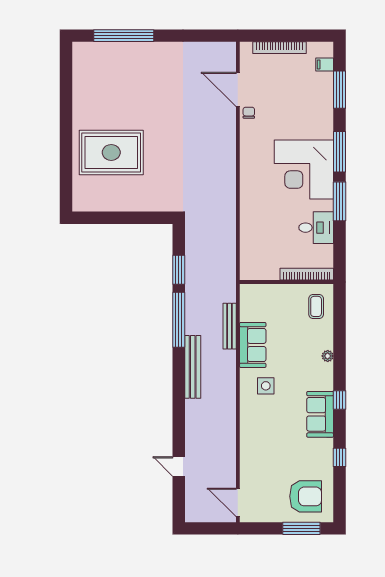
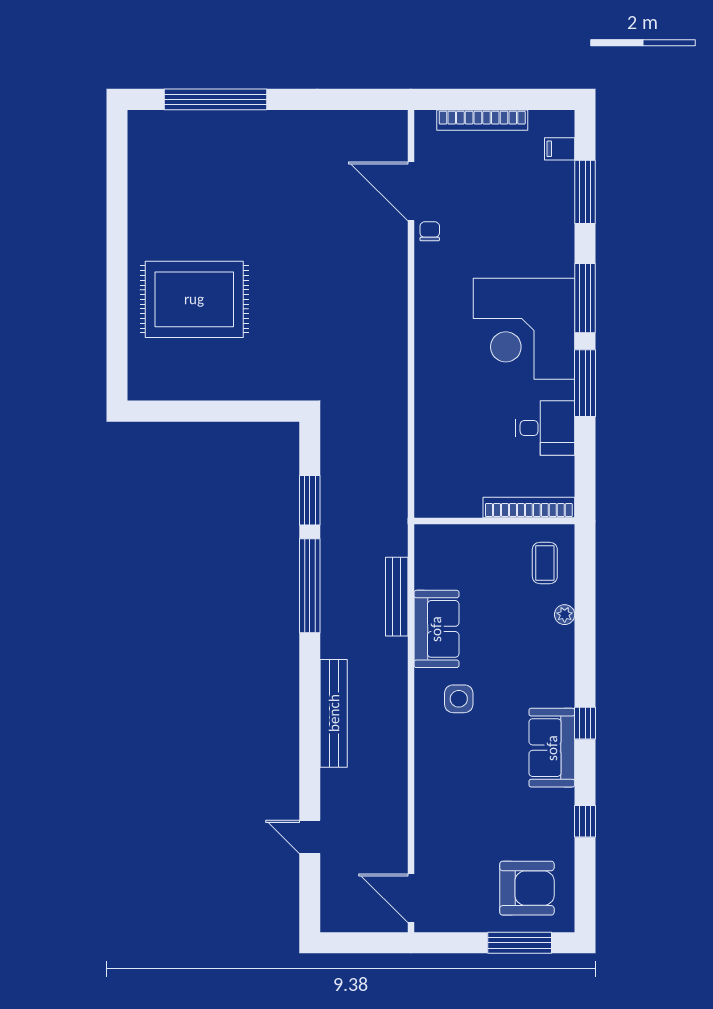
plant: (328, 356) -> (565, 615), moved
bench: (193, 367) -> (334, 713), moved

